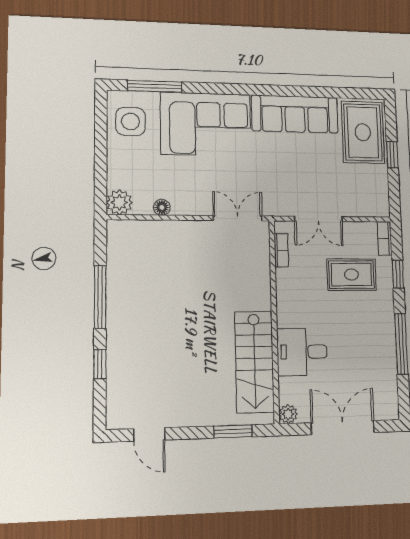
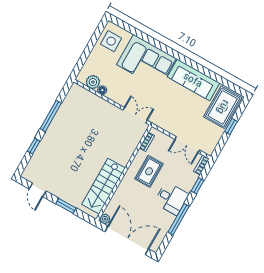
window: (155, 86) -> (132, 30), removed
plant: (119, 202) -> (93, 82), moved
double door: (318, 219) -> (187, 145), moved
rug: (352, 275) -> (149, 171), moved, turned 90
desk: (302, 352) -> (171, 198), moved, turned 180
double door: (343, 428) -> (127, 240), width x1.36
window: (233, 431) -> (66, 206), moved

